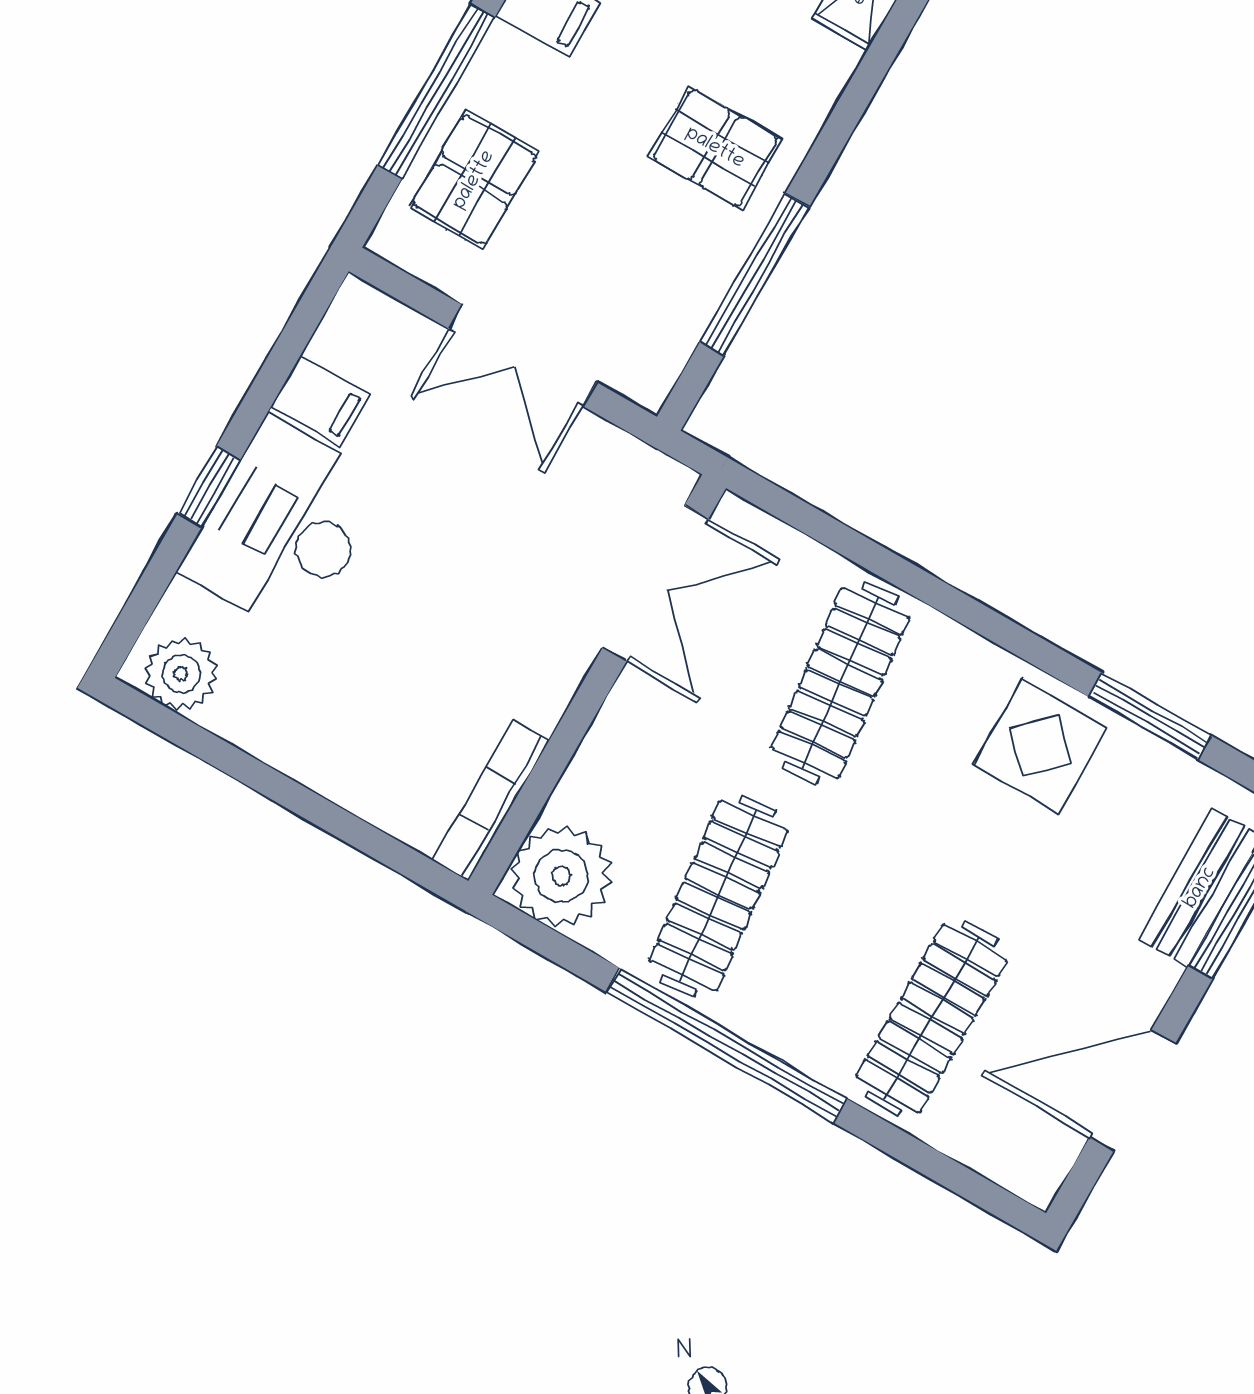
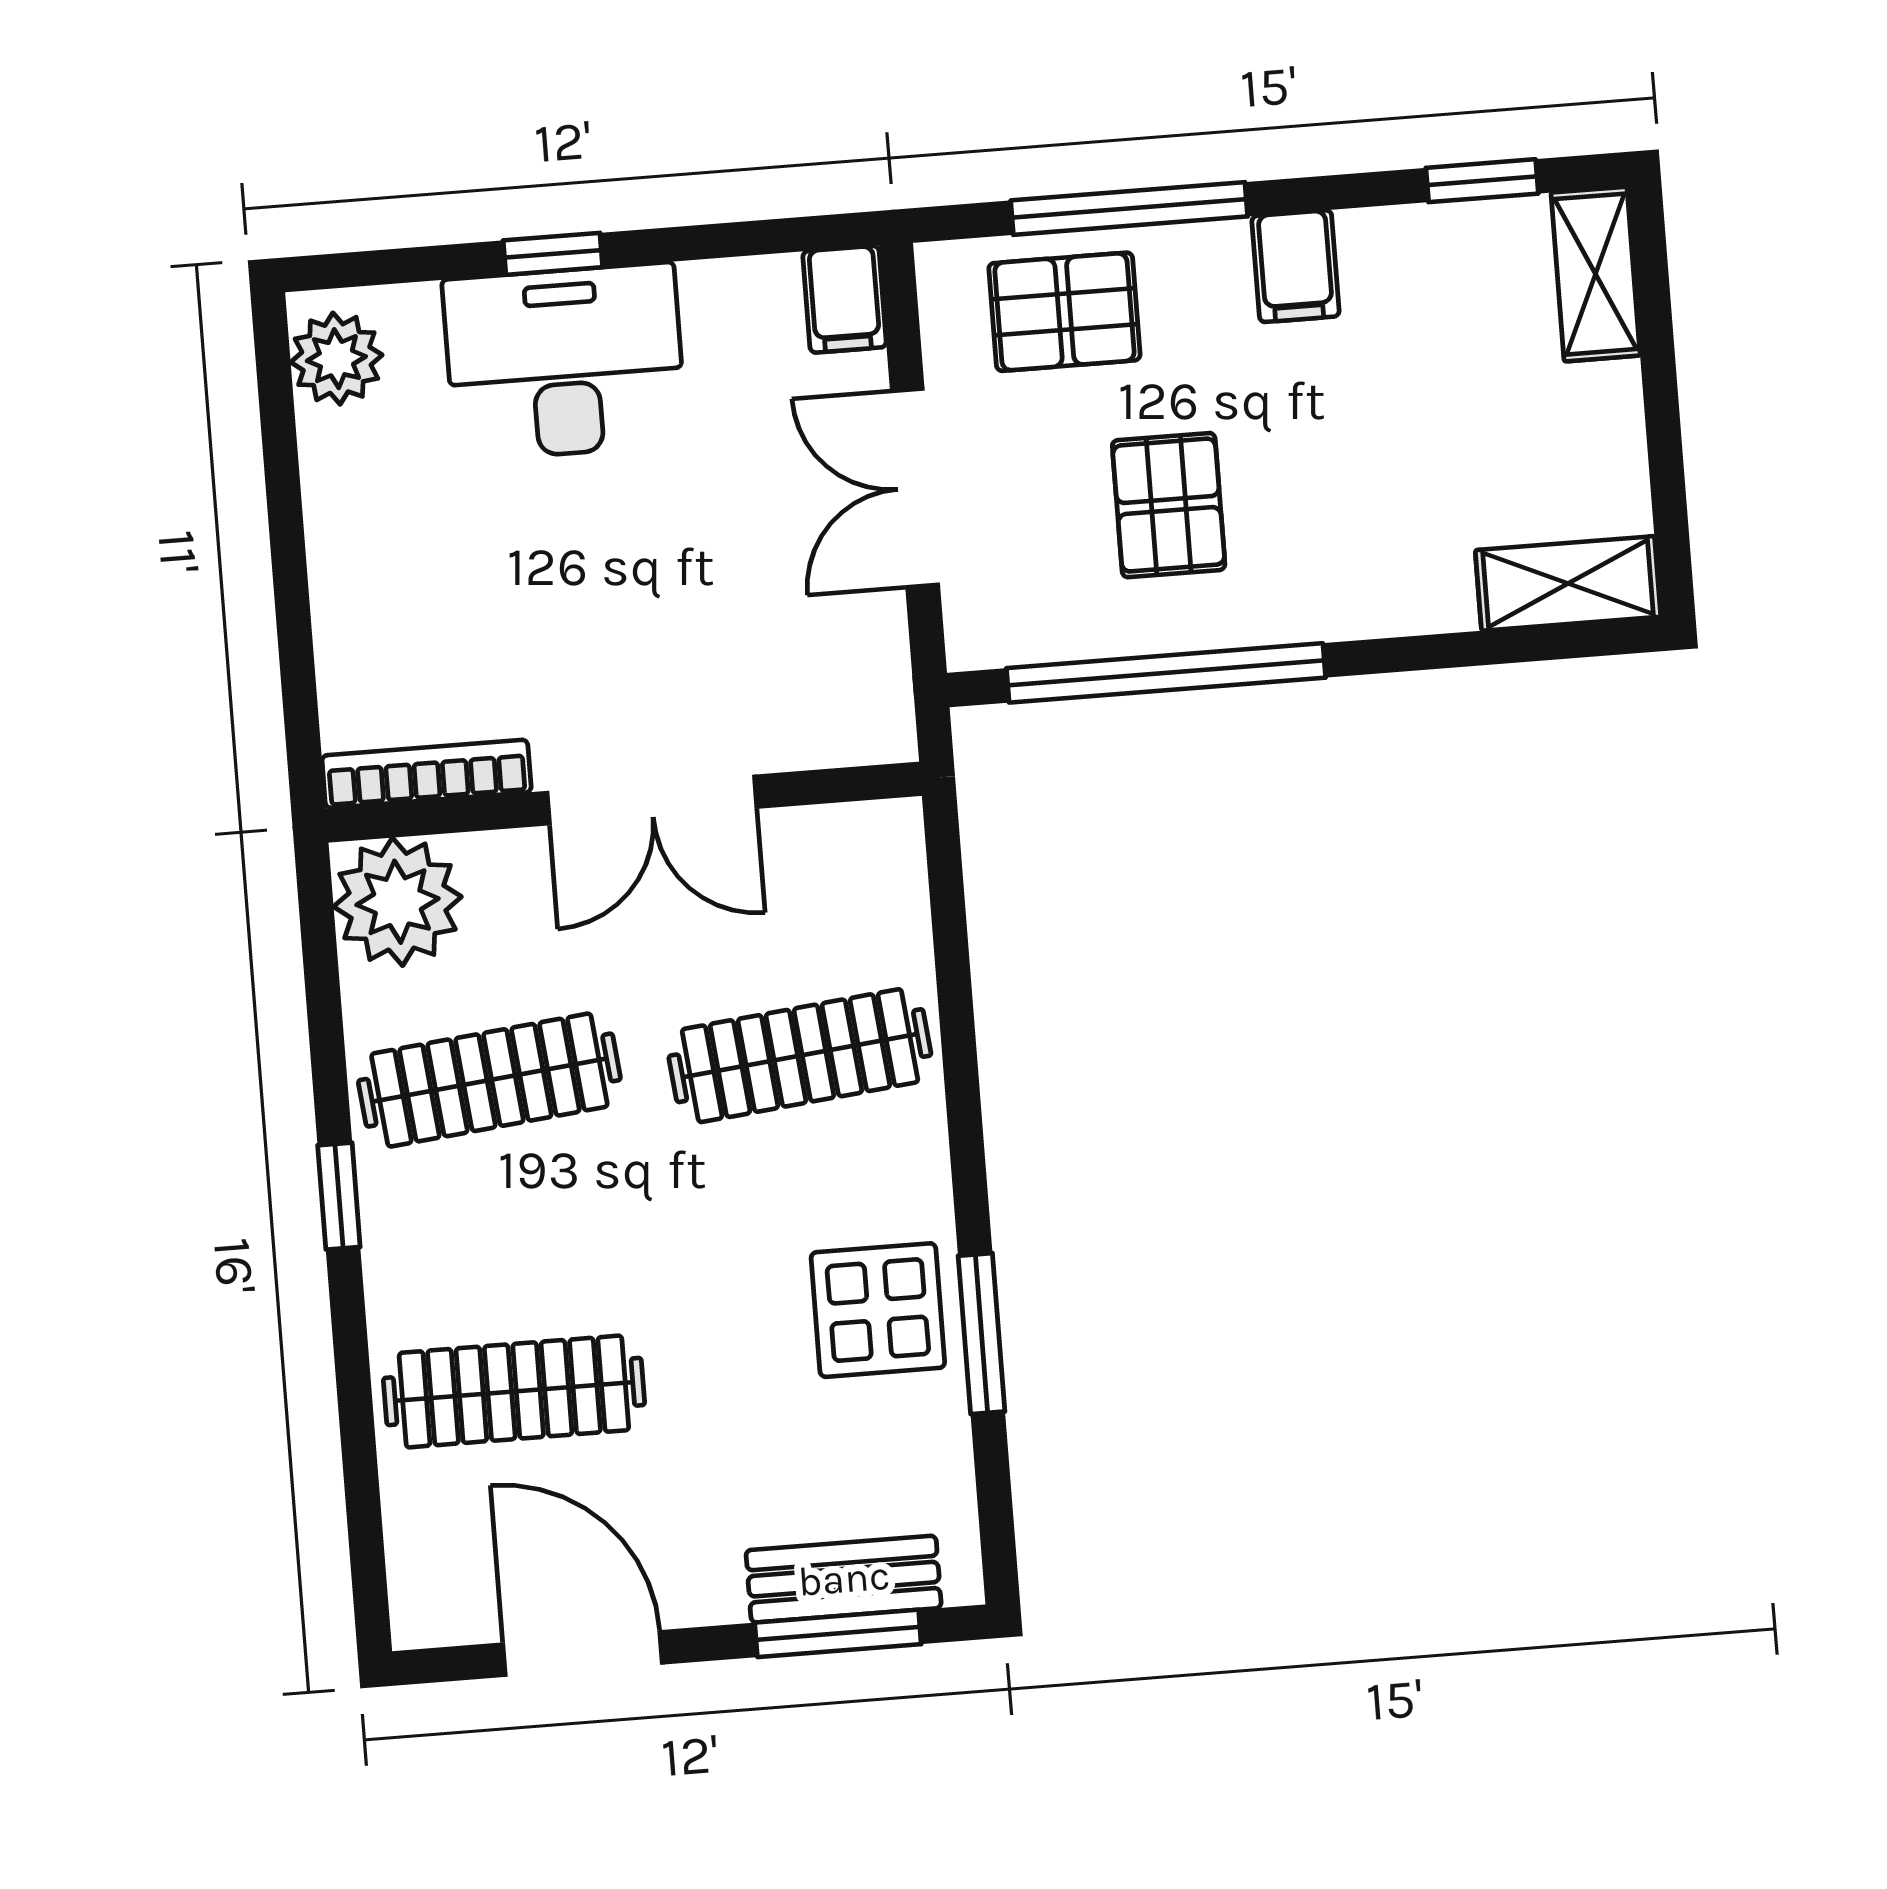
pallet: (715, 148) -> (1169, 505), moved
window: (755, 275) -> (1166, 673), width x1.46
filing cabinet: (320, 401) -> (844, 299), moved
double door: (655, 583) -> (652, 800), moved
window: (1150, 716) -> (982, 1334), moved
window: (727, 1045) -> (339, 1196), width x0.32

